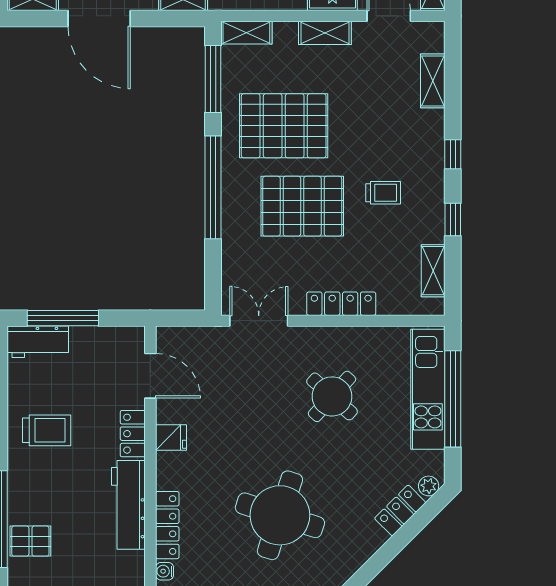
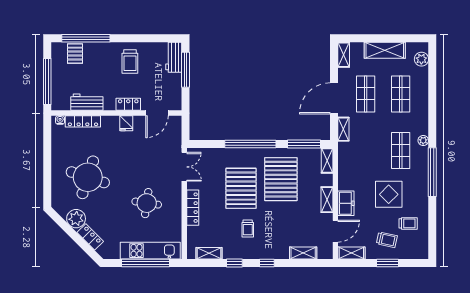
door: (99, 18) -> (334, 98), moved
round table: (332, 396) -> (147, 203), turned -34
plant: (429, 486) -> (76, 219), moved, width x1.88, depth x1.88
workbench: (128, 505) -> (87, 102), width x0.73

